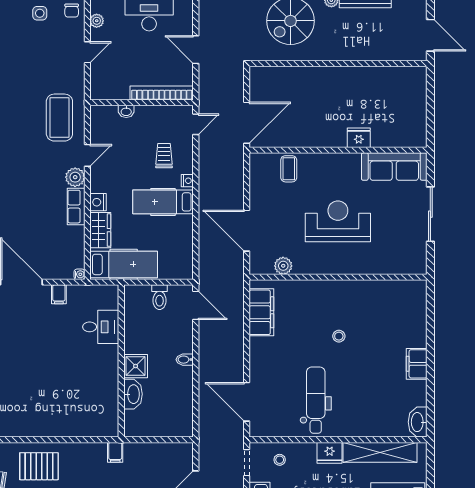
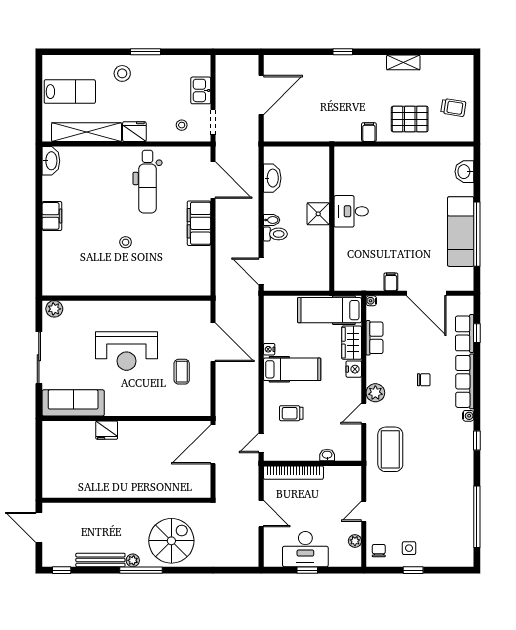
trolley: (164, 156) -> (291, 413), turned 90
coffee table: (289, 169) -> (182, 372), moved
nightstand: (187, 181) -> (269, 349), moved
chair: (24, 191) -> (424, 380), added
row of seats: (76, 207) -> (375, 338), moved
plant: (283, 266) -> (54, 309), moved
toilet: (160, 297) -> (275, 234), moved, turned 90
filing cabinet: (261, 312) -> (199, 223), moved
desk: (101, 327) -> (351, 211), moved
washbasin: (133, 394) -> (272, 178), moved, turned 180
filing cabinet: (115, 452) -> (369, 132), moved

